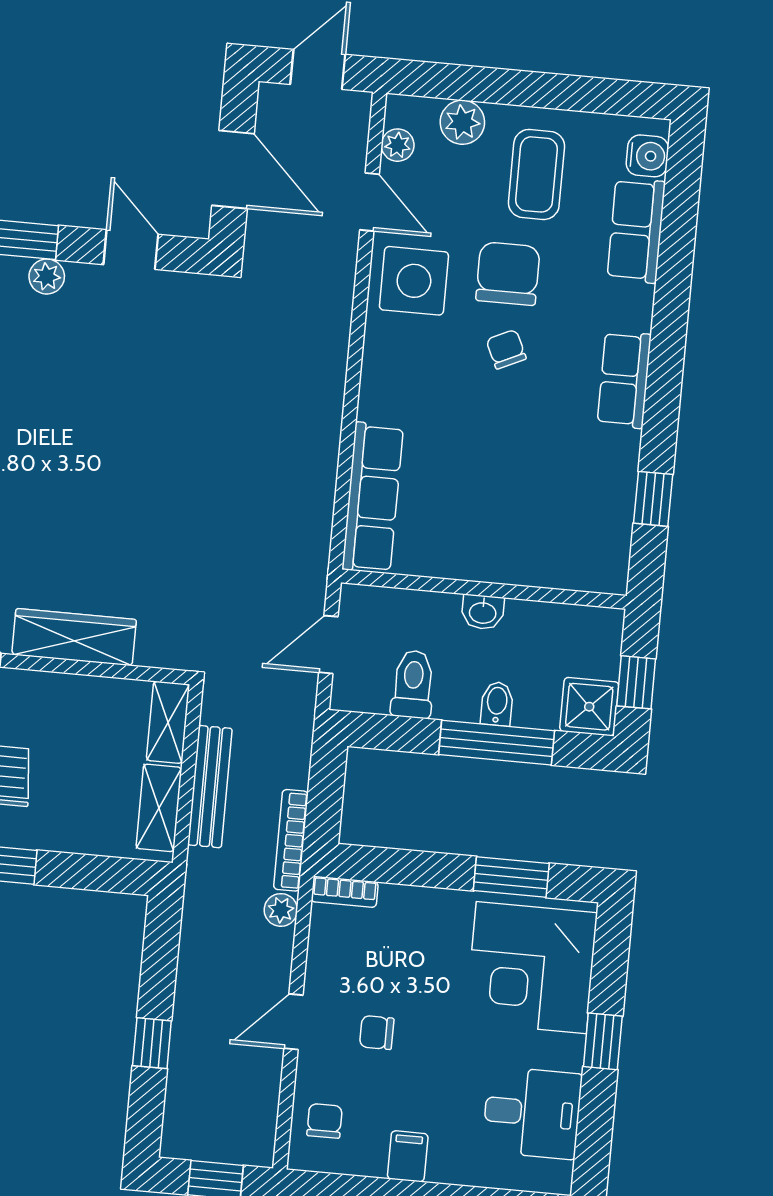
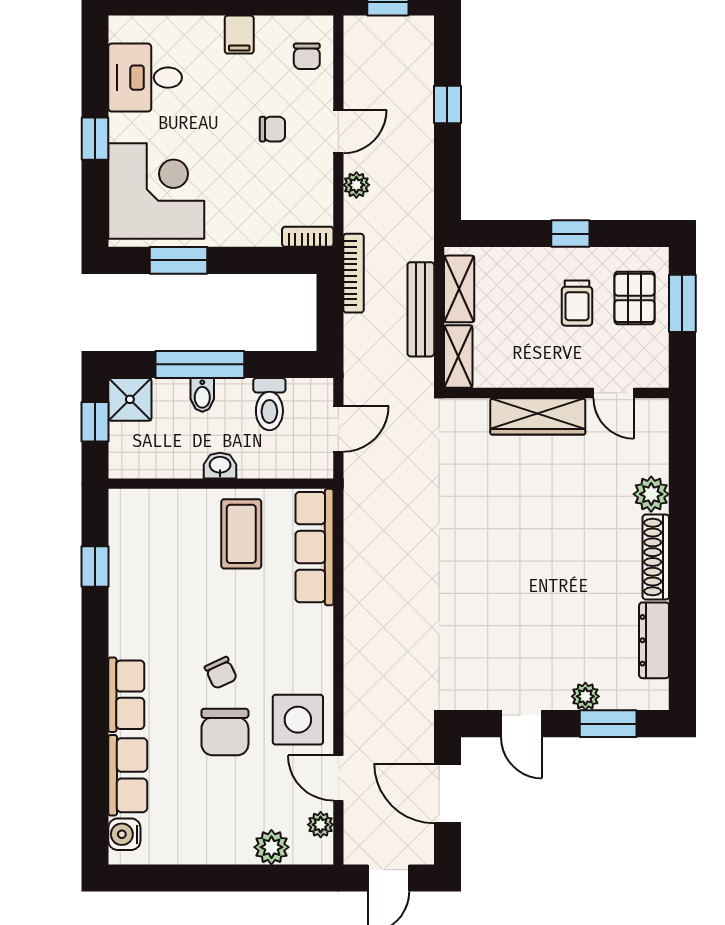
coffee table: (536, 174) -> (241, 534), moved
row of seats: (624, 380) -> (126, 695), moved
plant: (281, 910) -> (356, 185), moved

